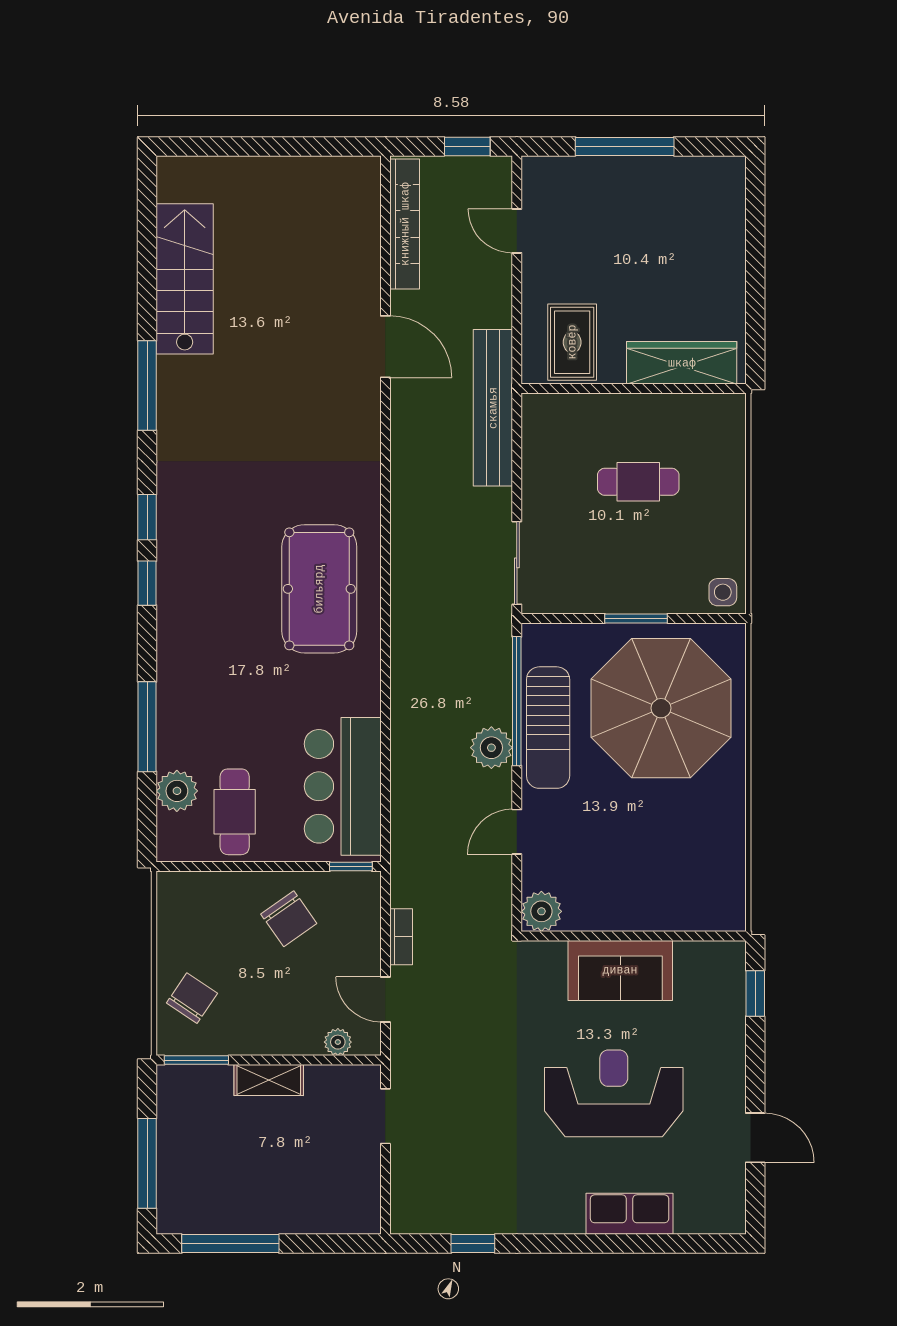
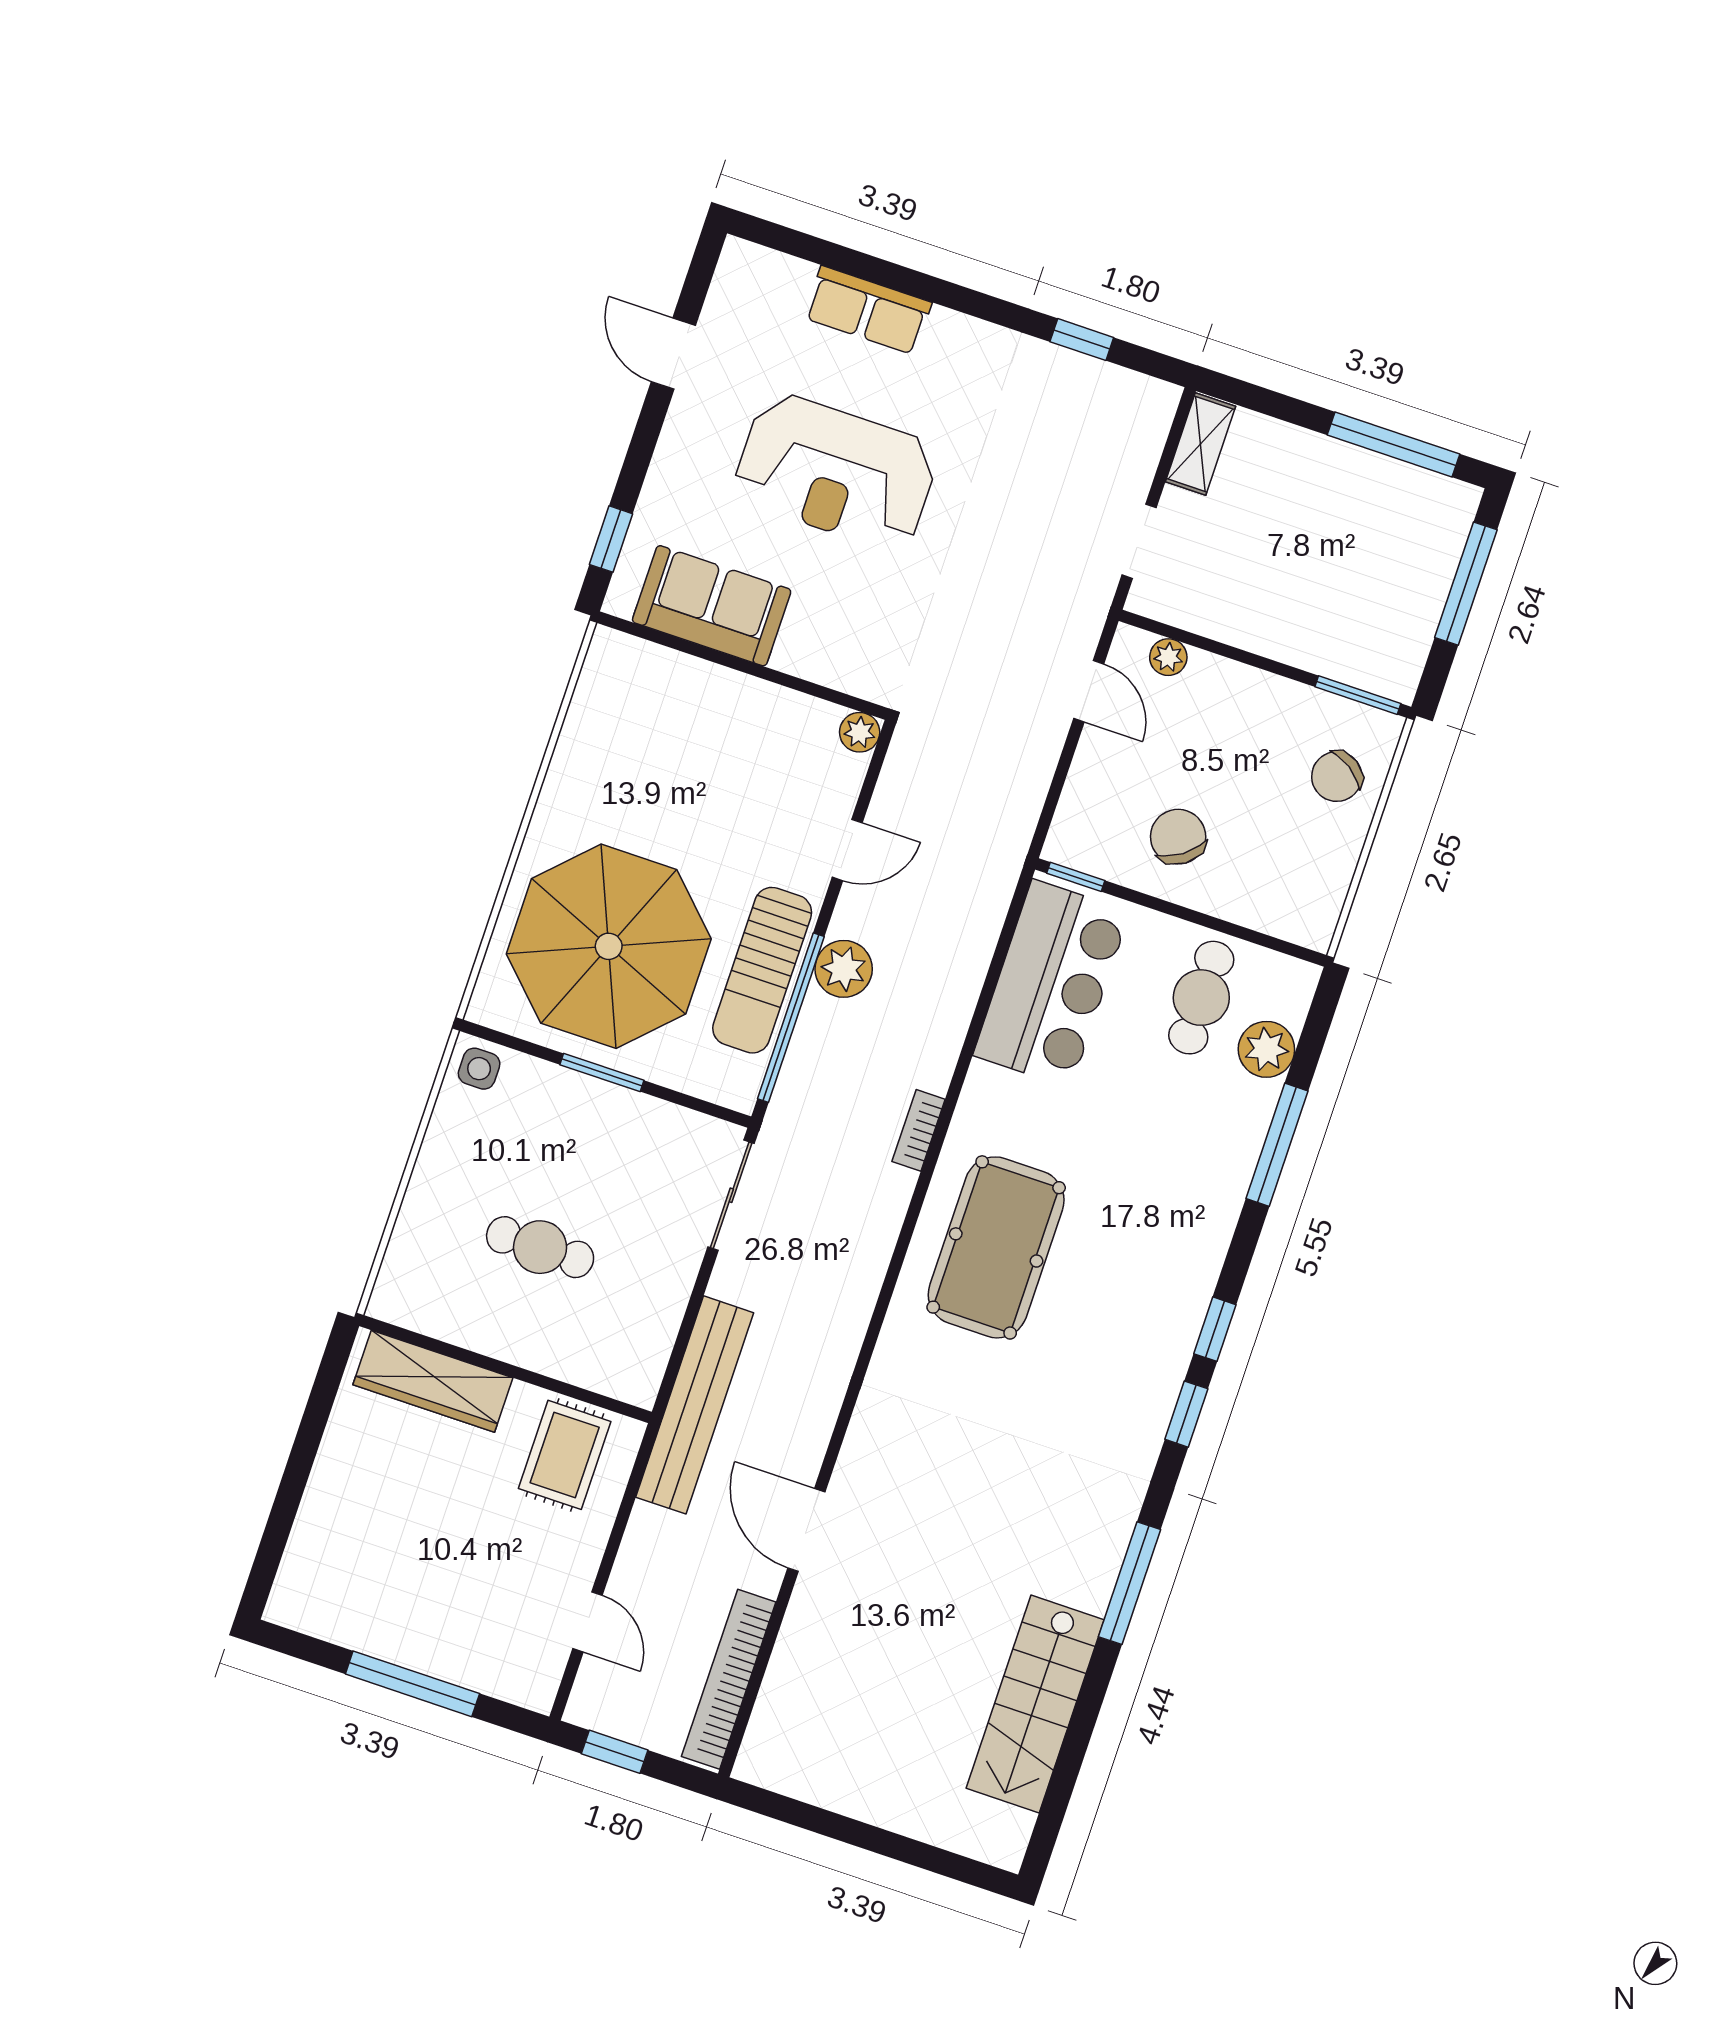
sun lounger: (548, 728) -> (762, 970), turned 180
plant: (541, 911) -> (860, 732), width x0.73, depth x0.73
bookcase: (401, 937) -> (919, 1130), moved
sofa: (620, 970) -> (712, 606), moved
shelving: (269, 1080) -> (1200, 444), moved, turned 90

